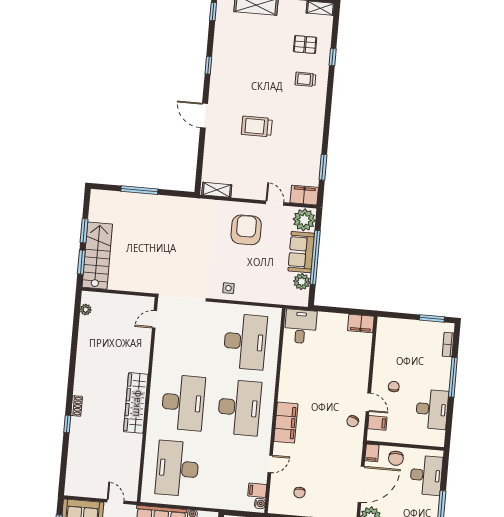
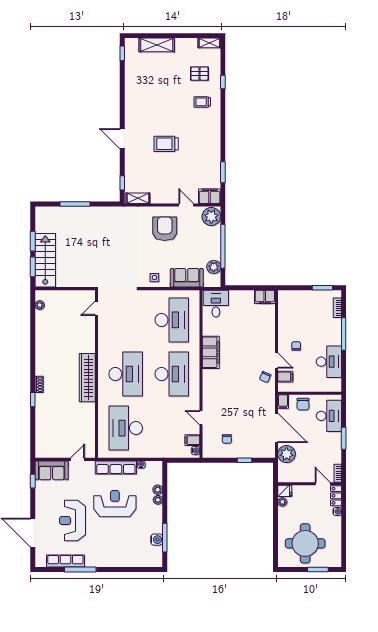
window: (208, 65) -> (122, 183), moved
sofa: (301, 252) -> (187, 278), moved, turned 90
filing cabinet: (286, 423) -> (211, 352), moved
door: (270, 464) -> (201, 418), swing flipped
door: (361, 484) -> (276, 428), hinge flipped
door: (115, 502) -> (78, 459), hinge flipped

